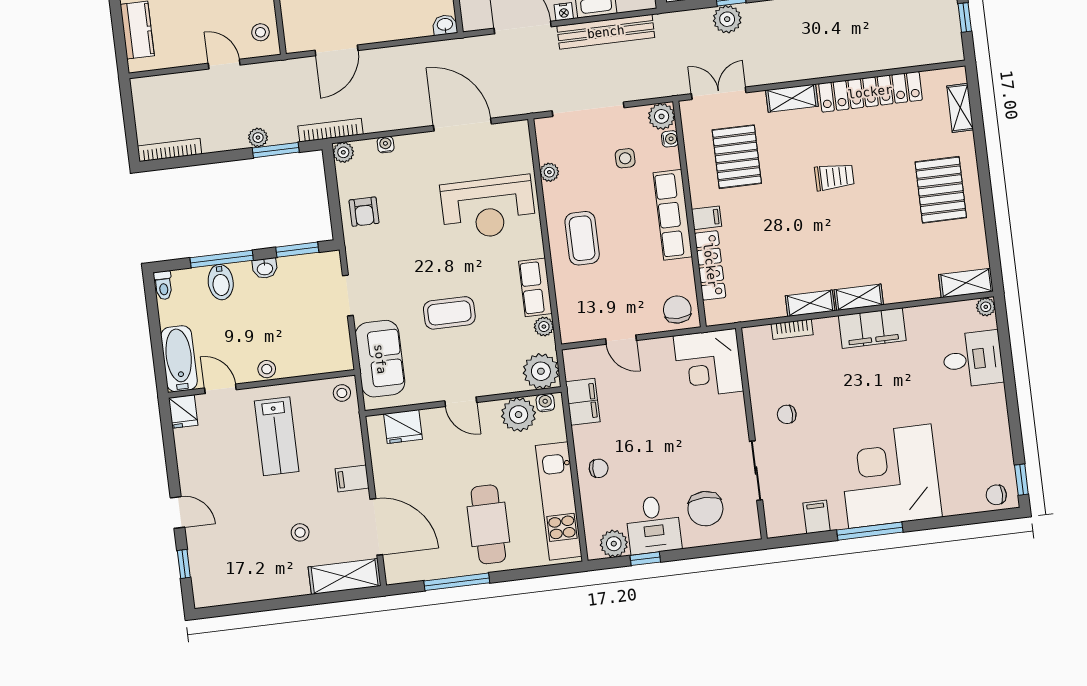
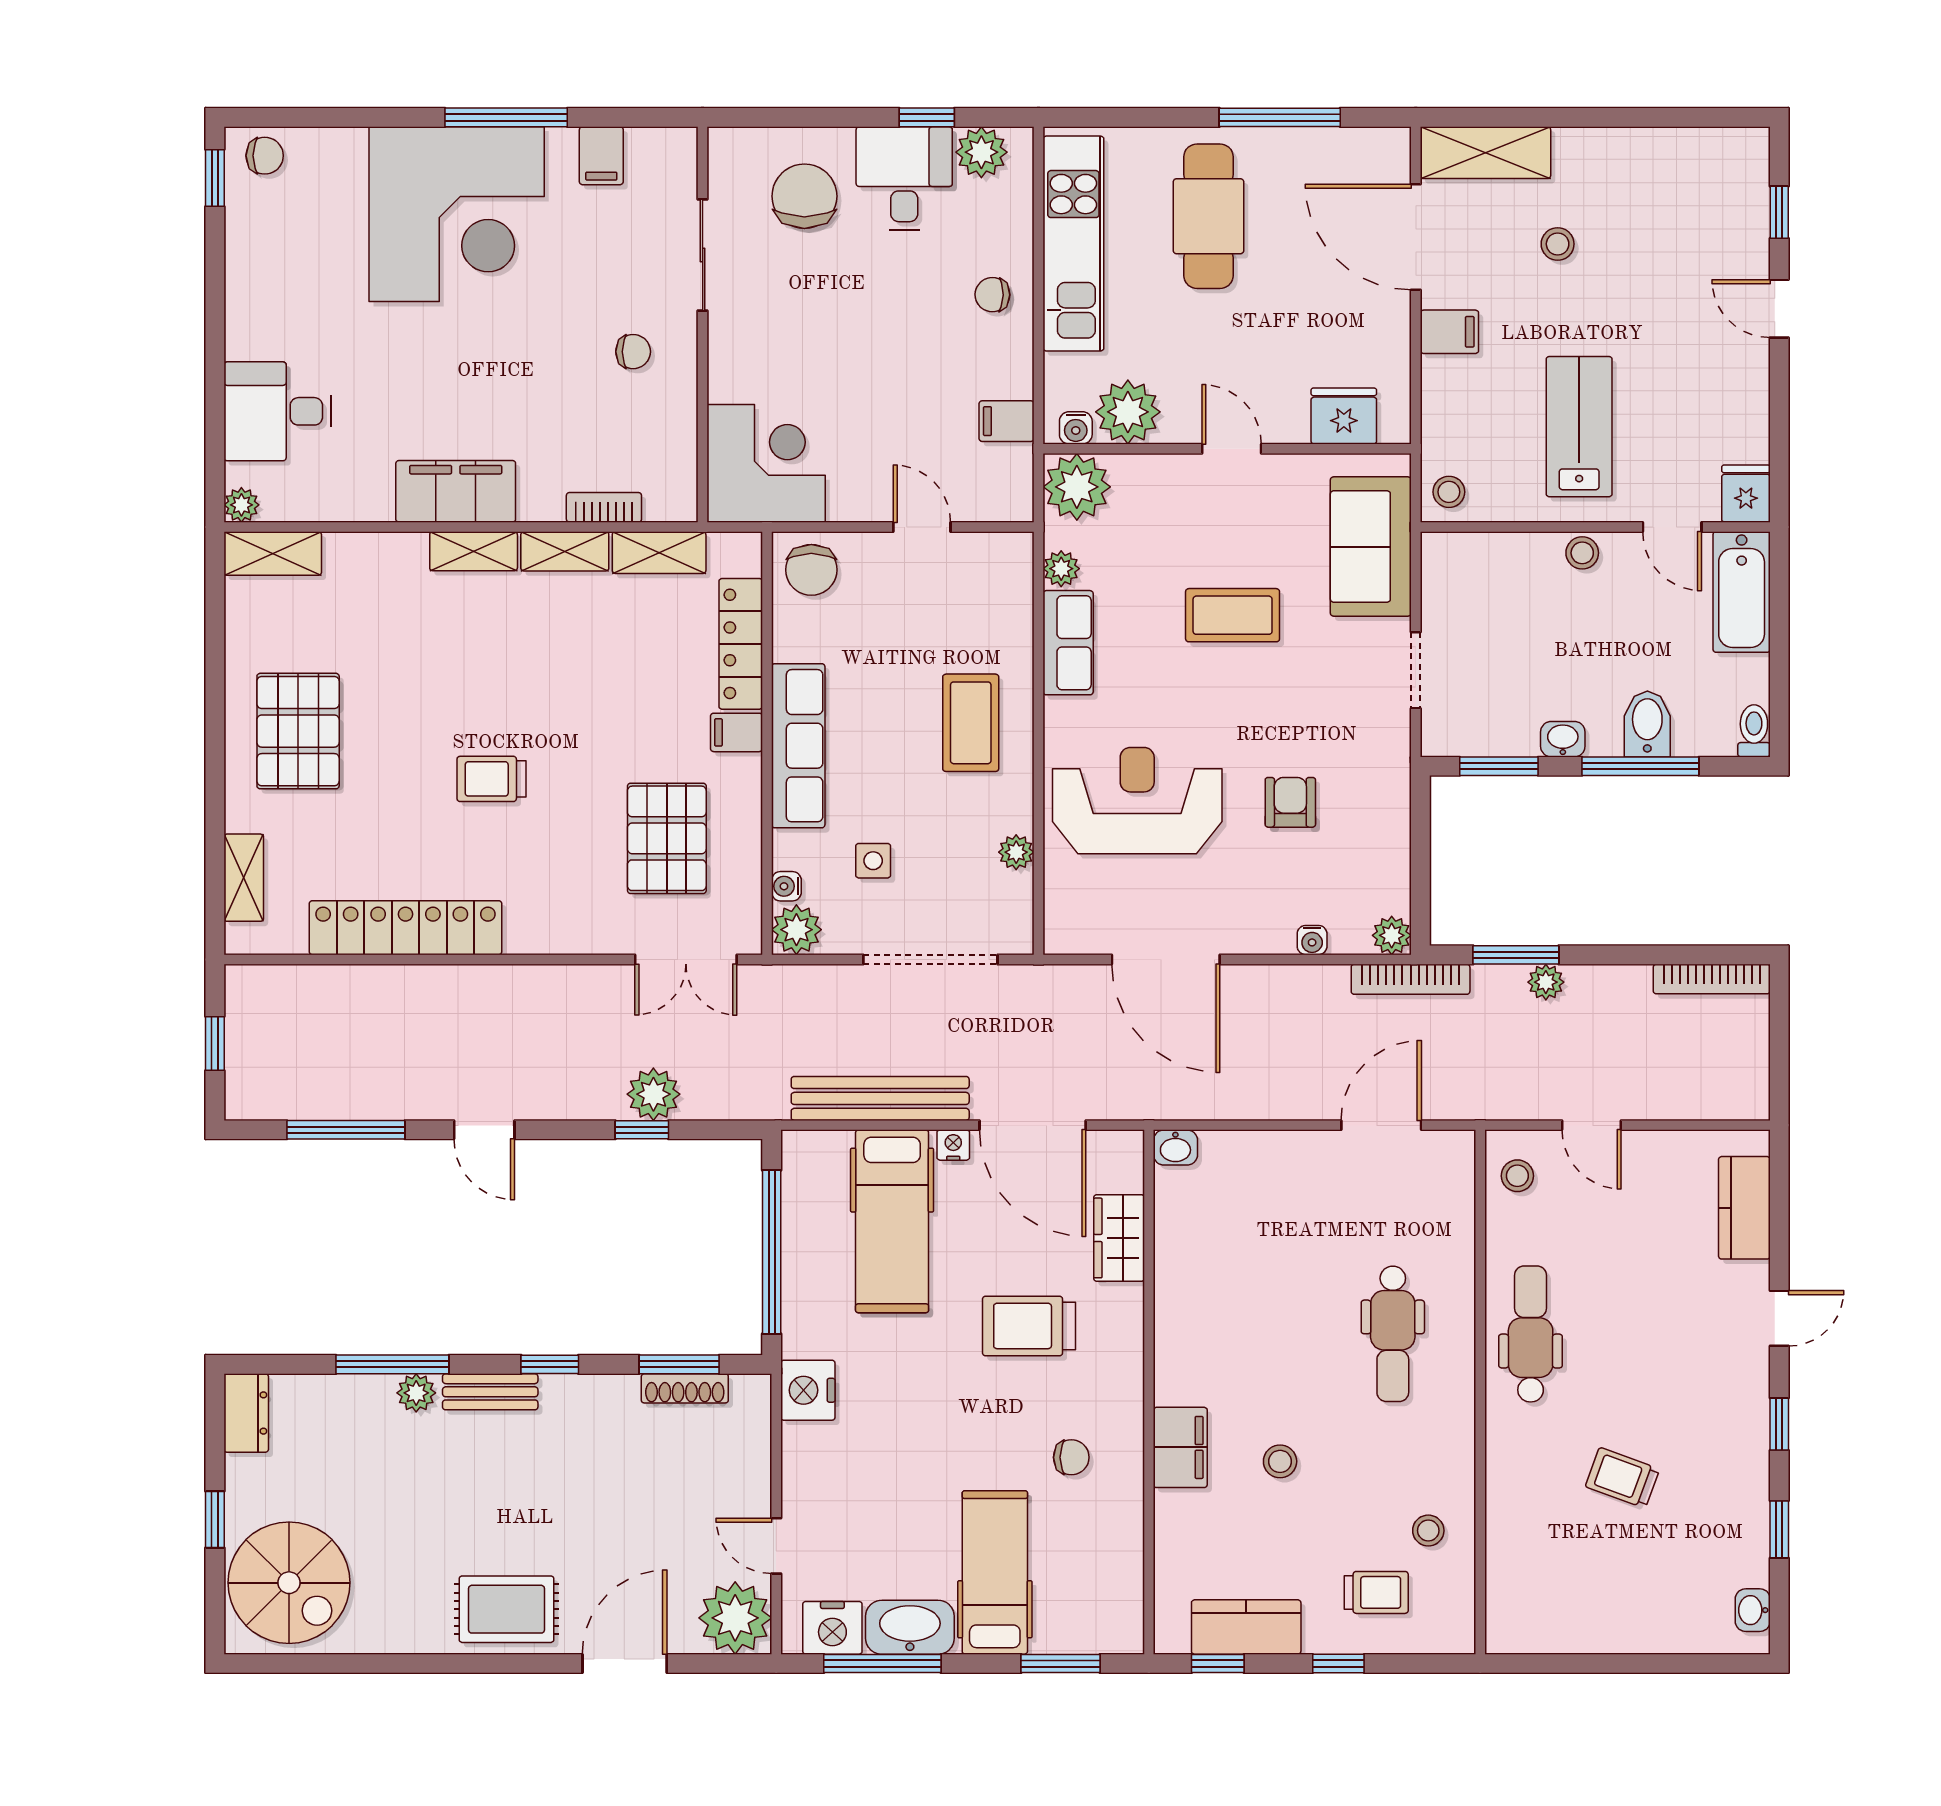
shelving: (792, 98) -> (659, 553), moved
armchair: (364, 212) -> (1290, 802), moved
filing cabinet: (583, 402) -> (1007, 421), width x0.50

